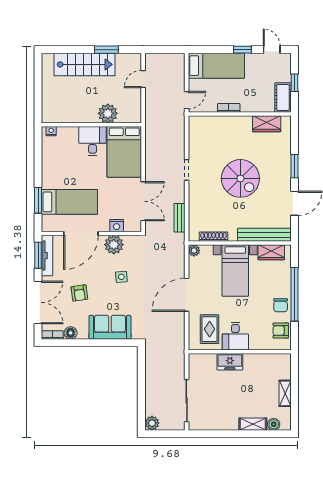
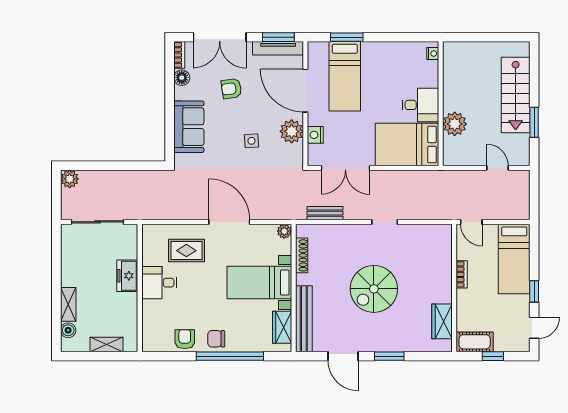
desk: (235, 336) -> (159, 283), moved
wall: (240, 352) -> (140, 288), moved
freezer: (230, 362) -> (127, 276), moved

